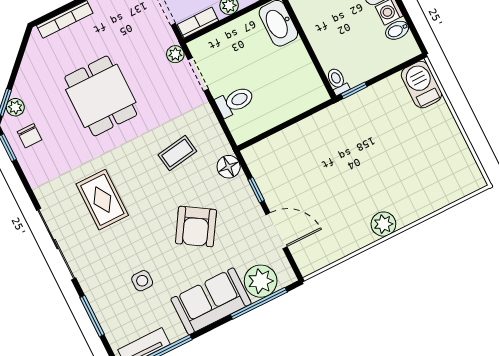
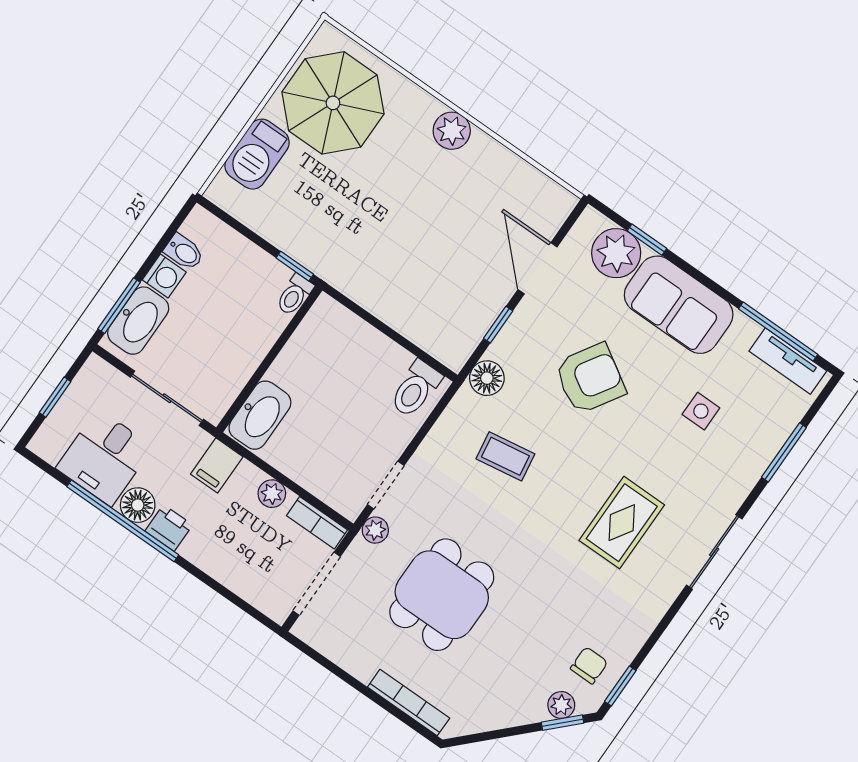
barbecue: (421, 85) -> (257, 154), moved
dining table: (101, 96) -> (442, 595), moved
toilet: (235, 101) -> (416, 389), moved, turned -90
parasol: (437, 164) -> (333, 103), added
sliding door: (56, 244) -> (714, 552), width x0.73
window: (259, 303) -> (647, 240), width x0.46

